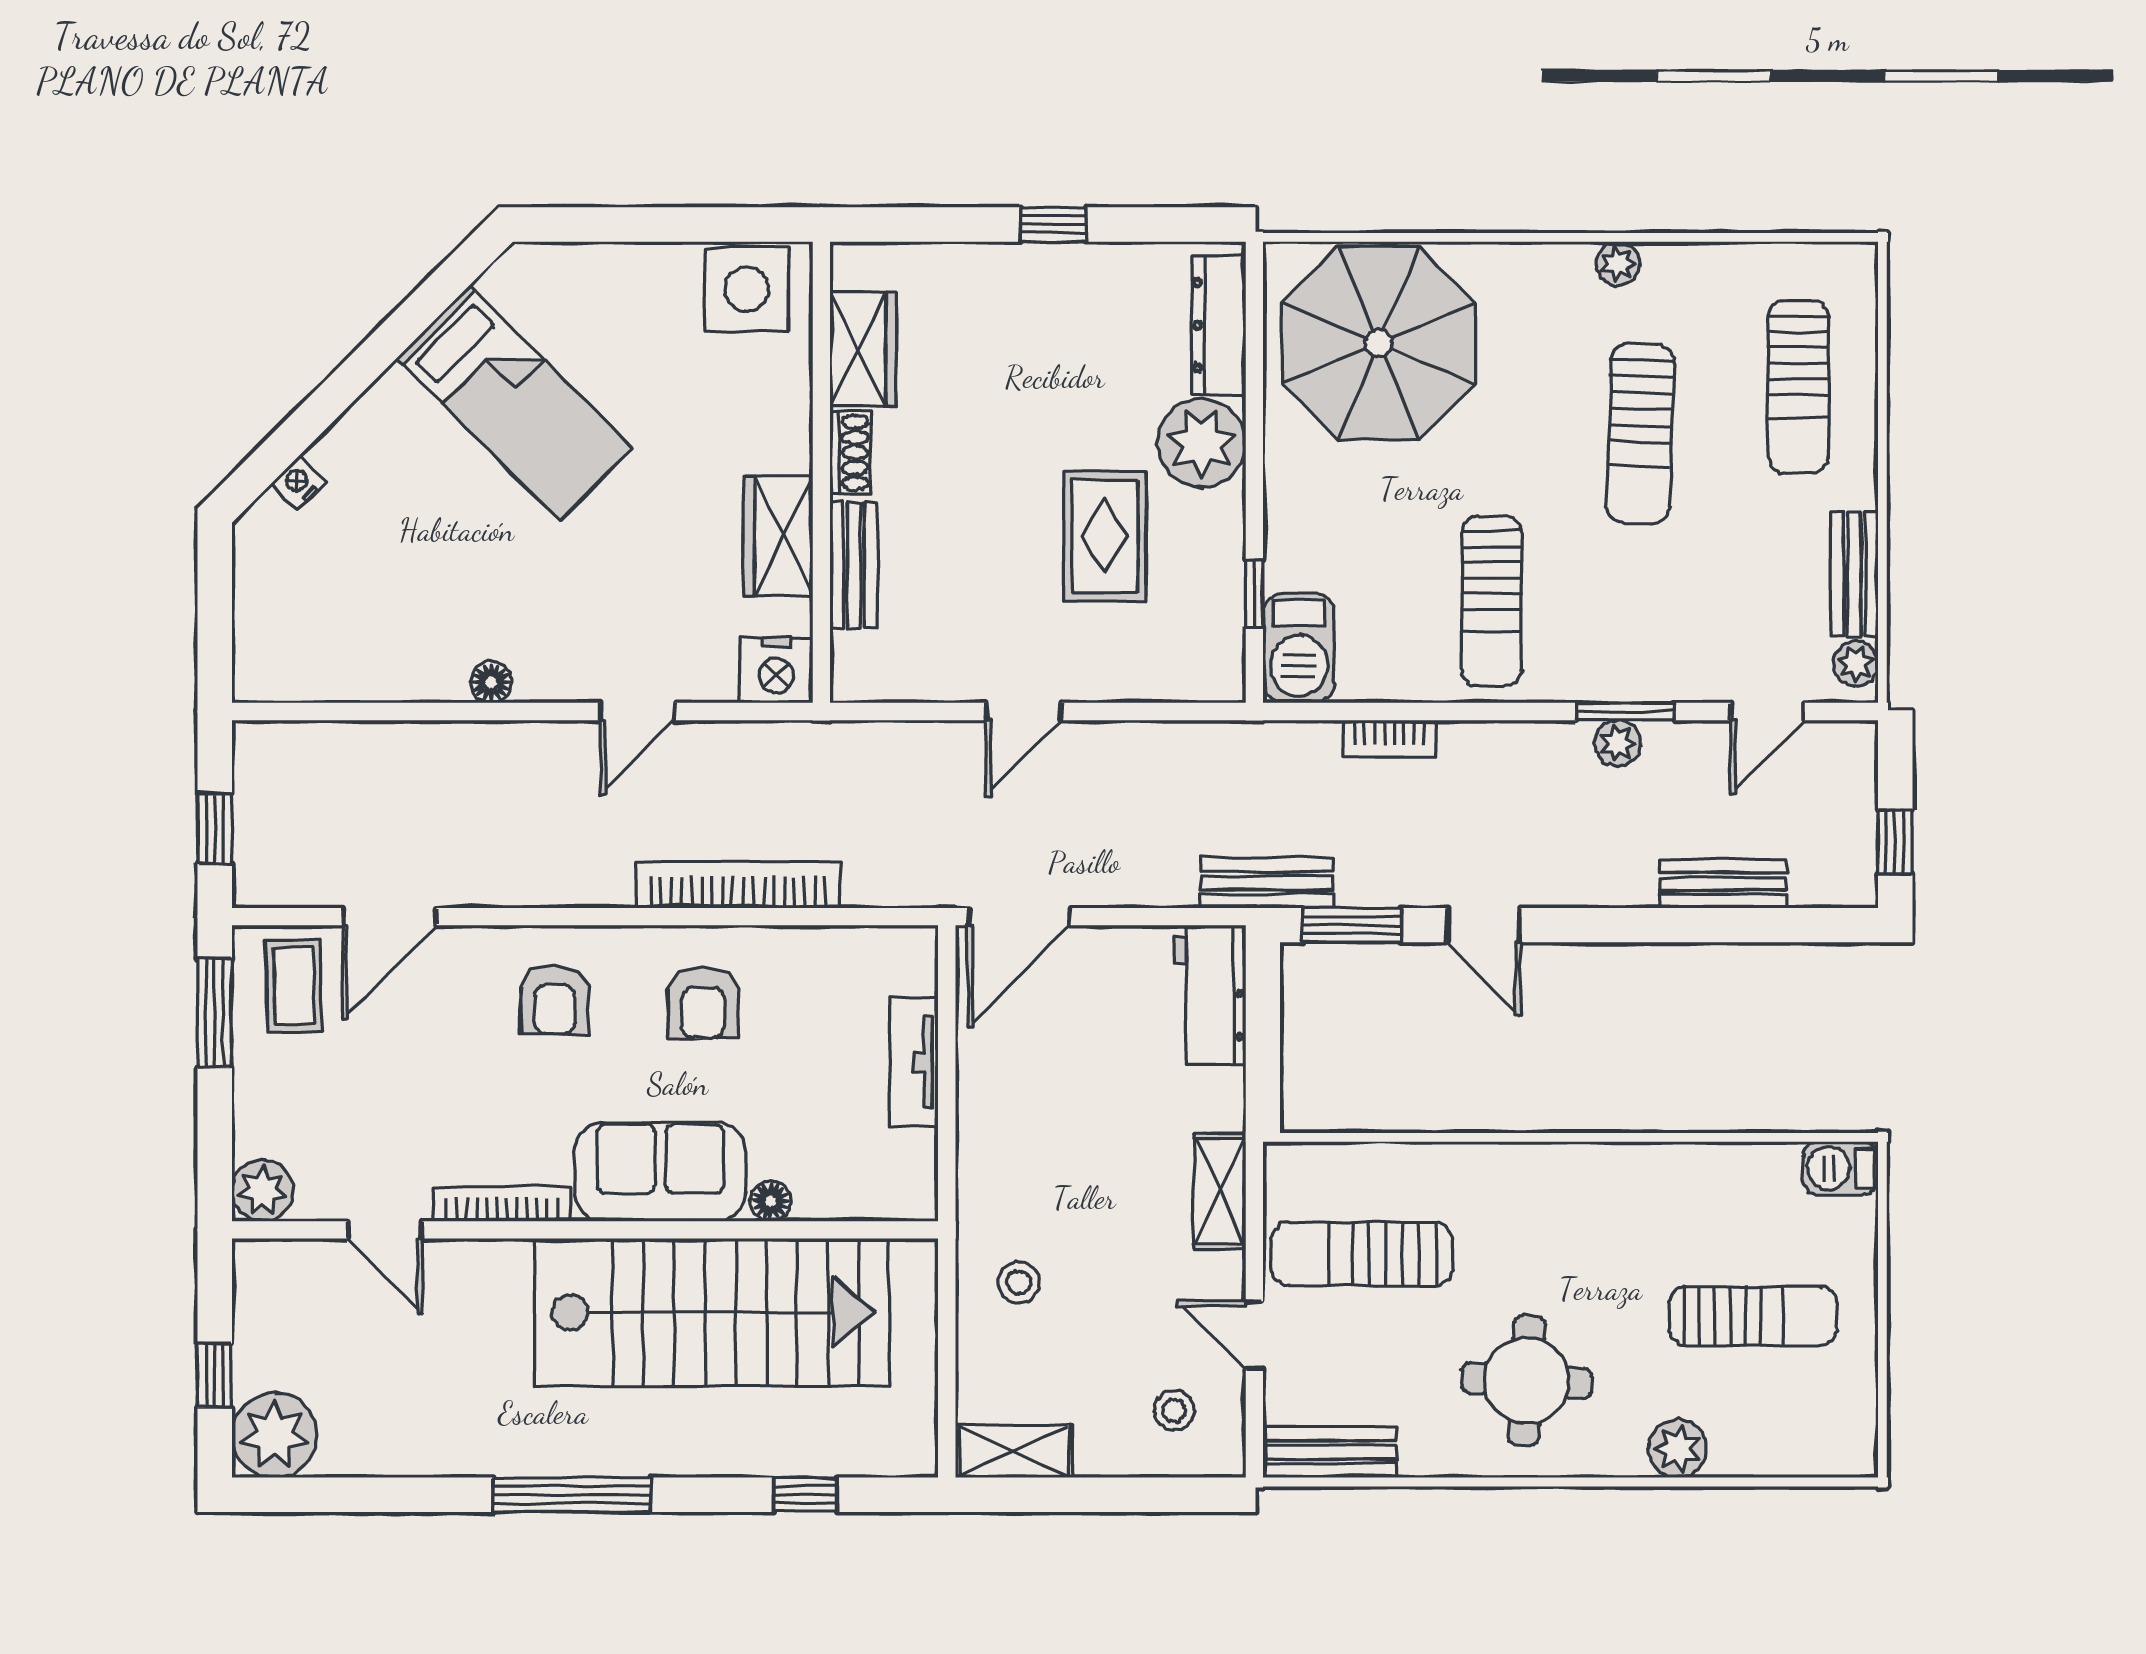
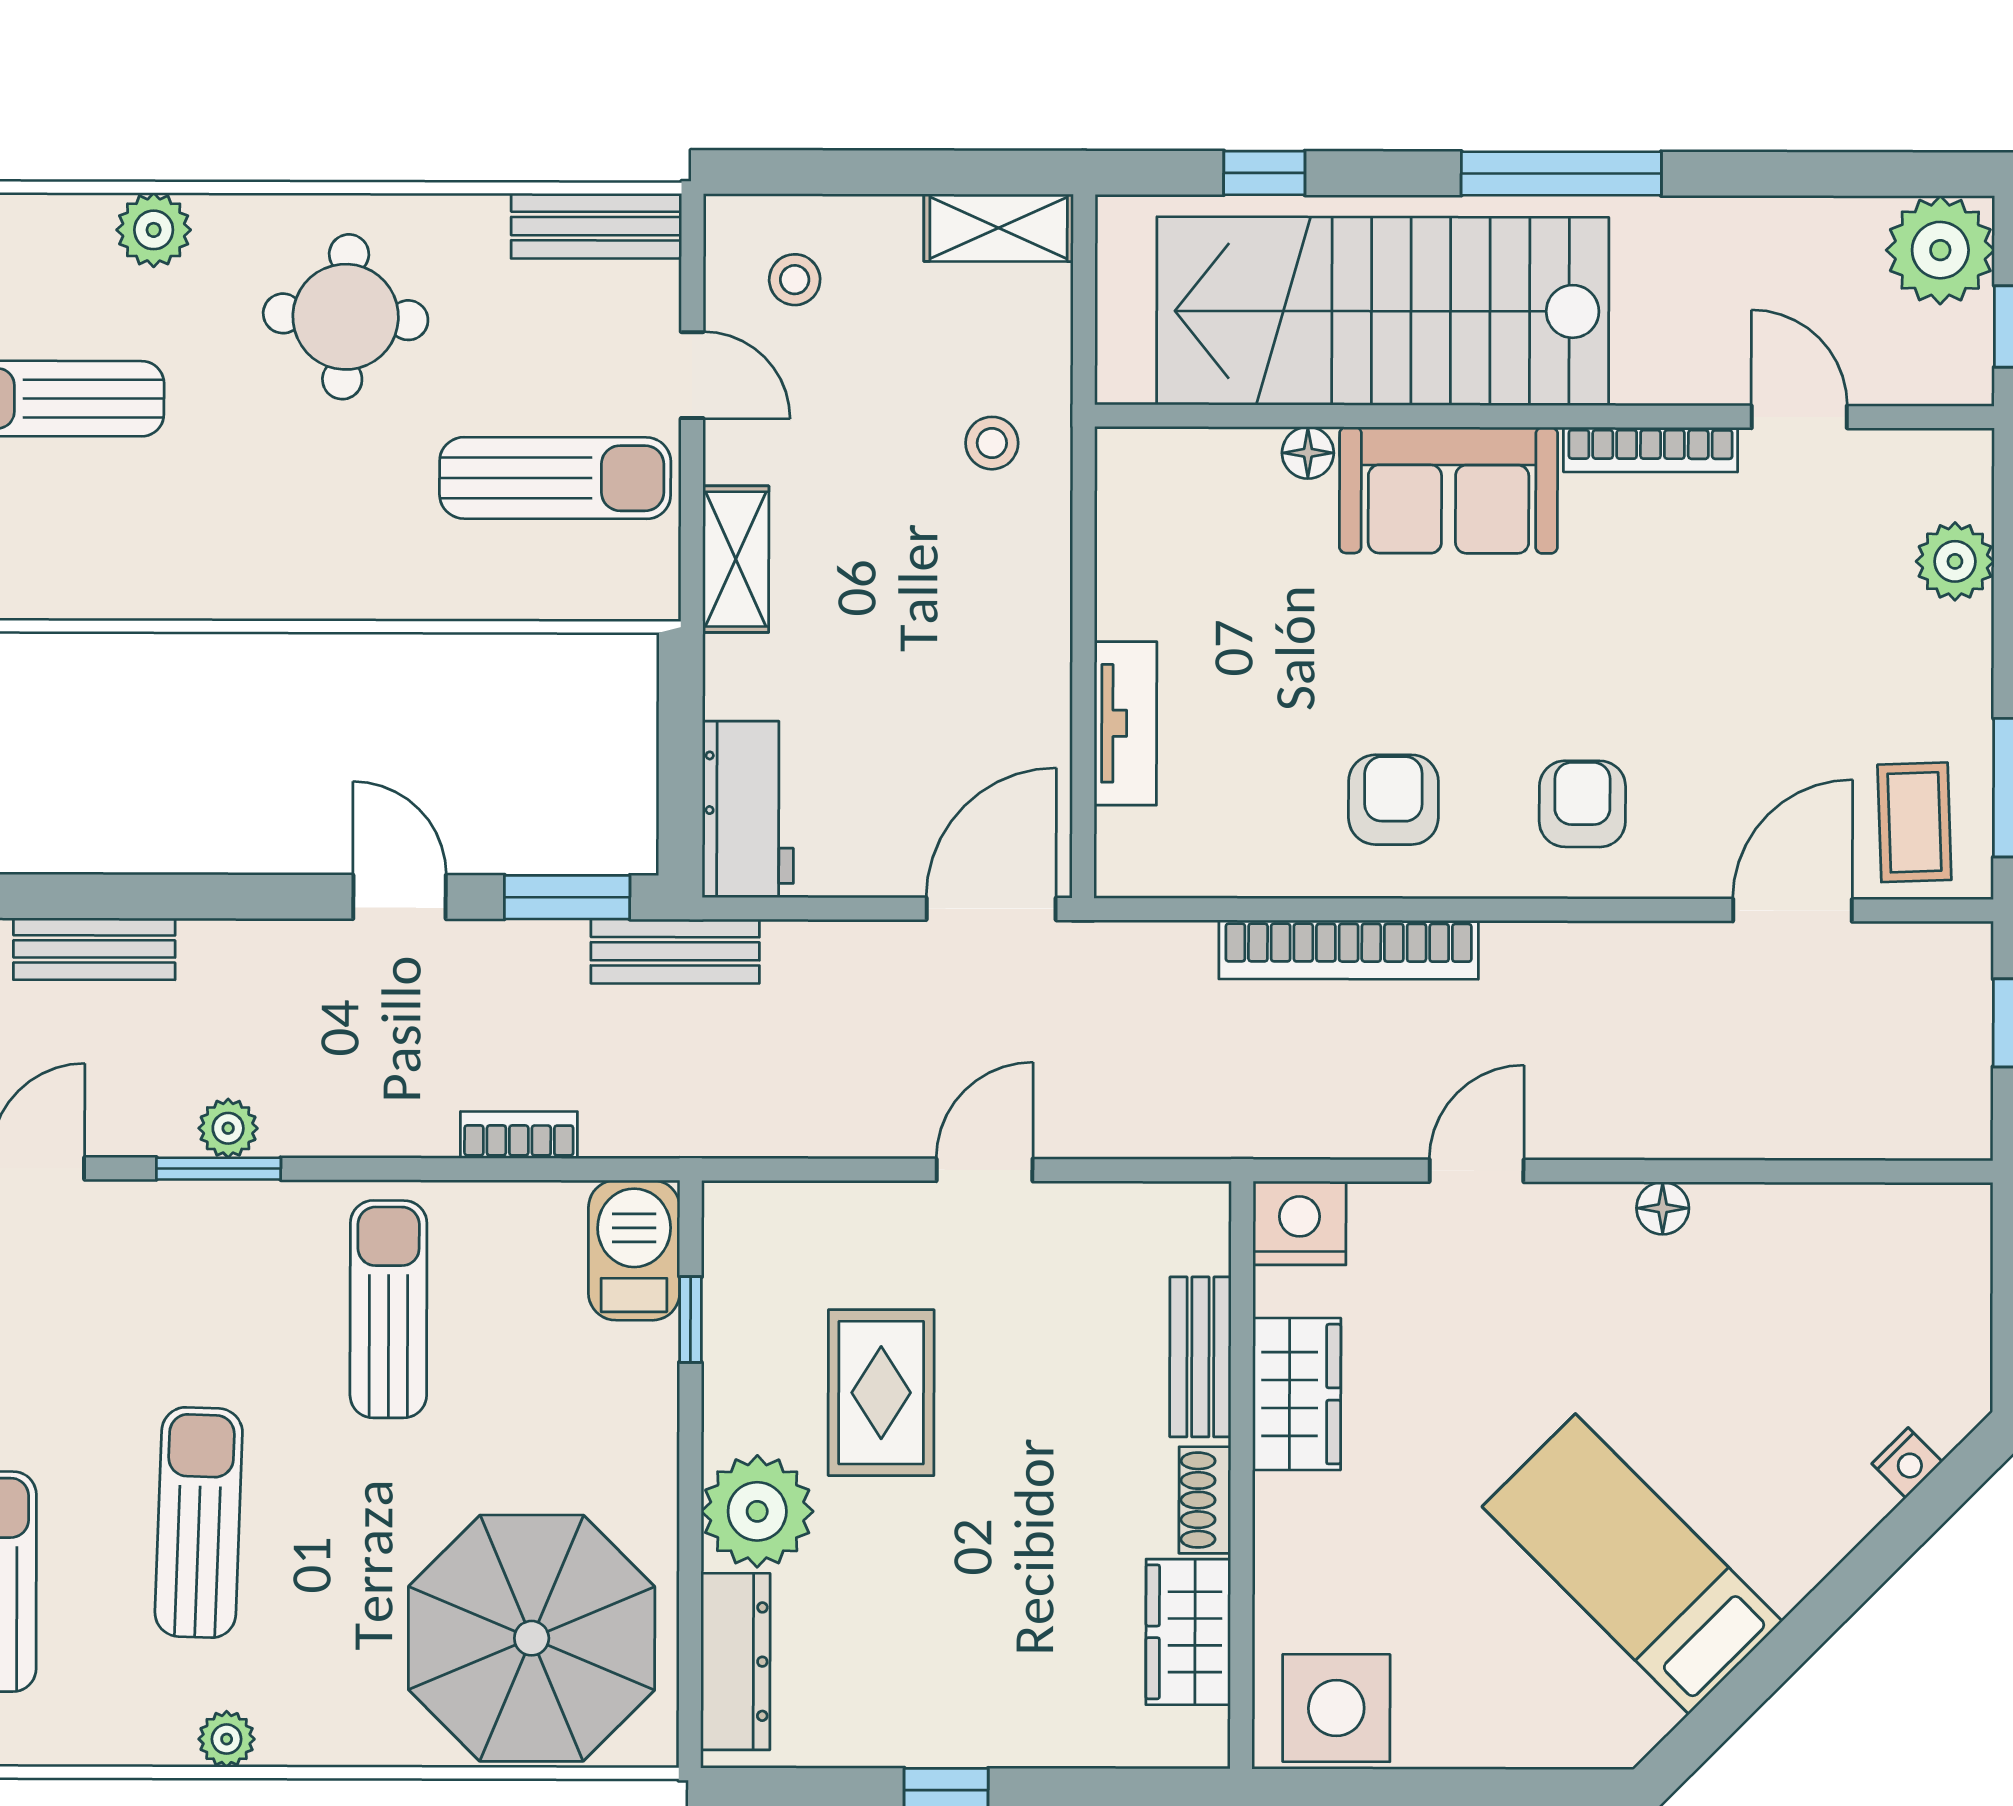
sofa: (660, 1172) -> (1449, 490), moved
floor lamp: (771, 1201) -> (1308, 453), moved
bookcase: (502, 1204) -> (1651, 450), moved
door: (385, 1230) -> (1799, 417), moved
wall: (585, 1230) -> (1544, 416), moved
stairs: (712, 1312) -> (1383, 311), moved

